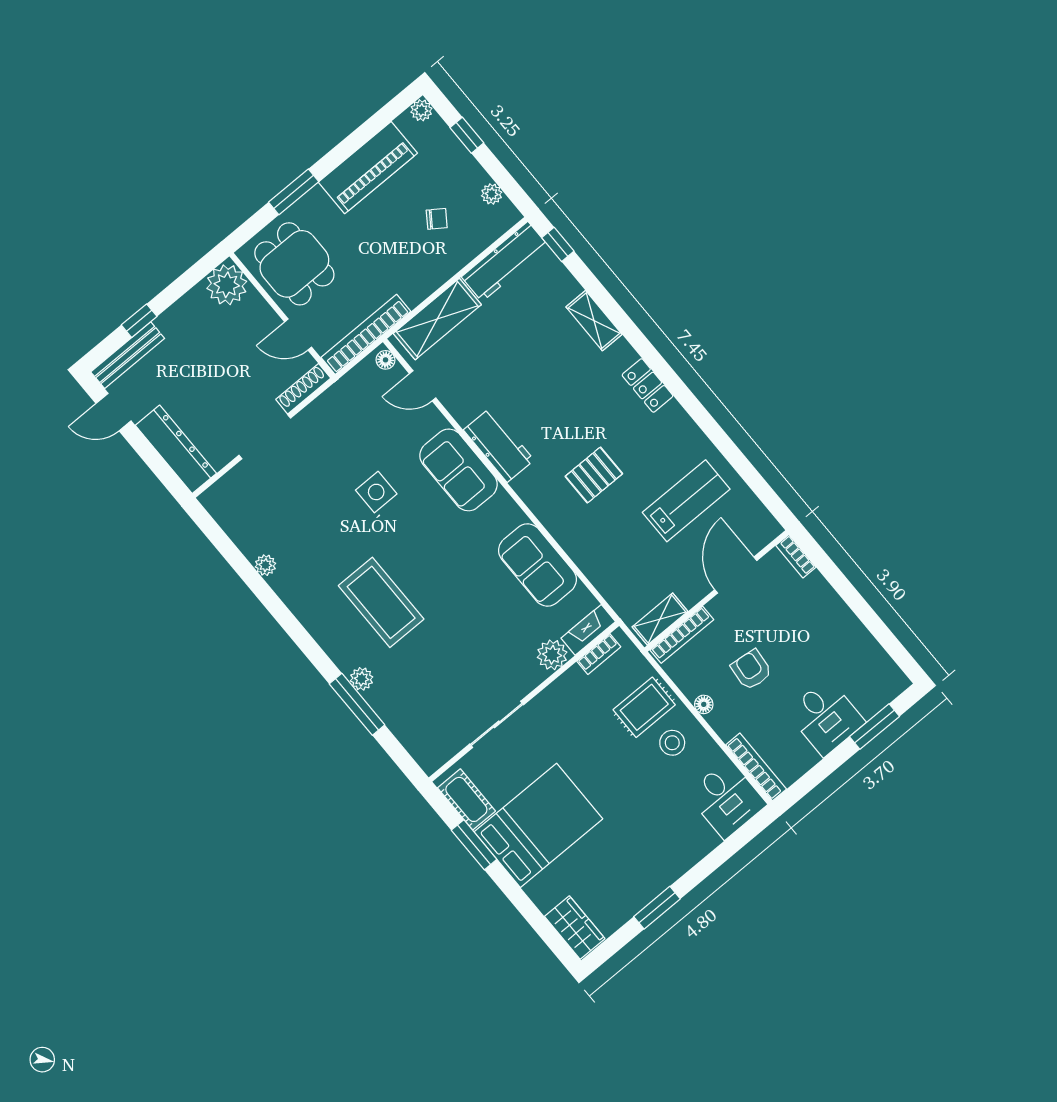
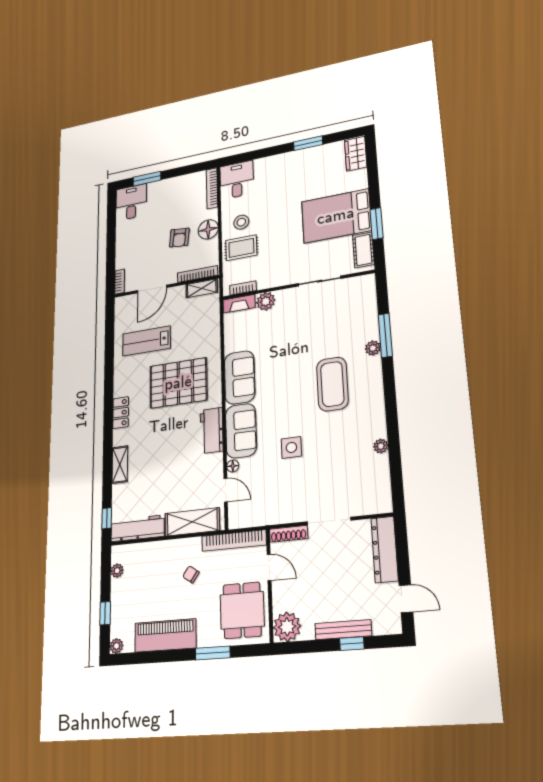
chair: (437, 219) -> (191, 574), moved
bench: (128, 355) -> (343, 630), moved
floor lamp: (386, 360) -> (233, 466), moved
pallet: (594, 475) -> (178, 383), width x2.05, depth x2.00
sofa: (537, 565) -> (240, 377), moved
floor lamp: (704, 704) -> (208, 229), width x1.89, depth x1.89
desk: (826, 717) -> (131, 202), moved

